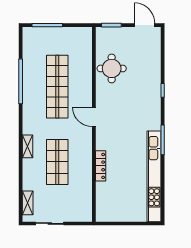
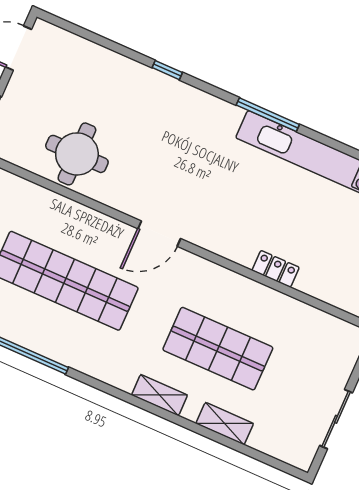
locker: (101, 166) -> (276, 269), width x0.66
shelving: (28, 203) -> (225, 424), moved

